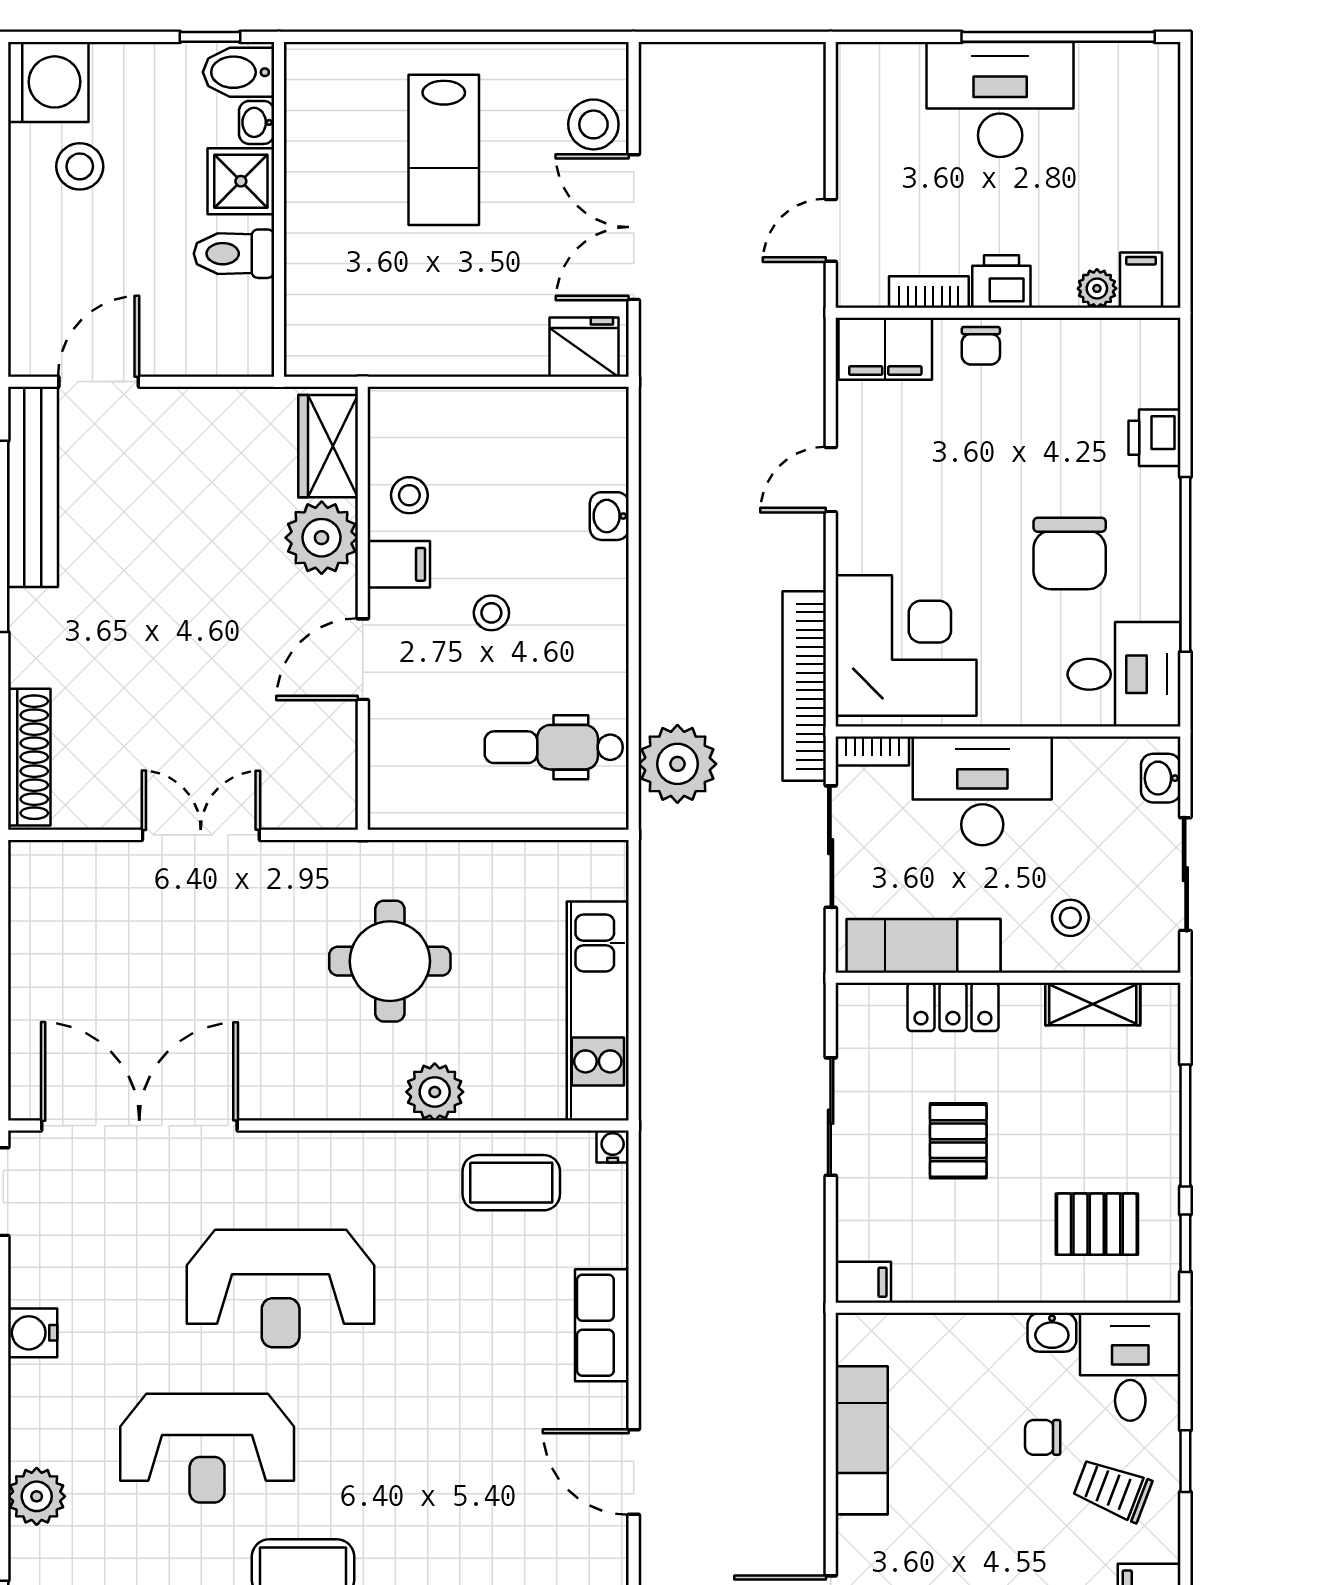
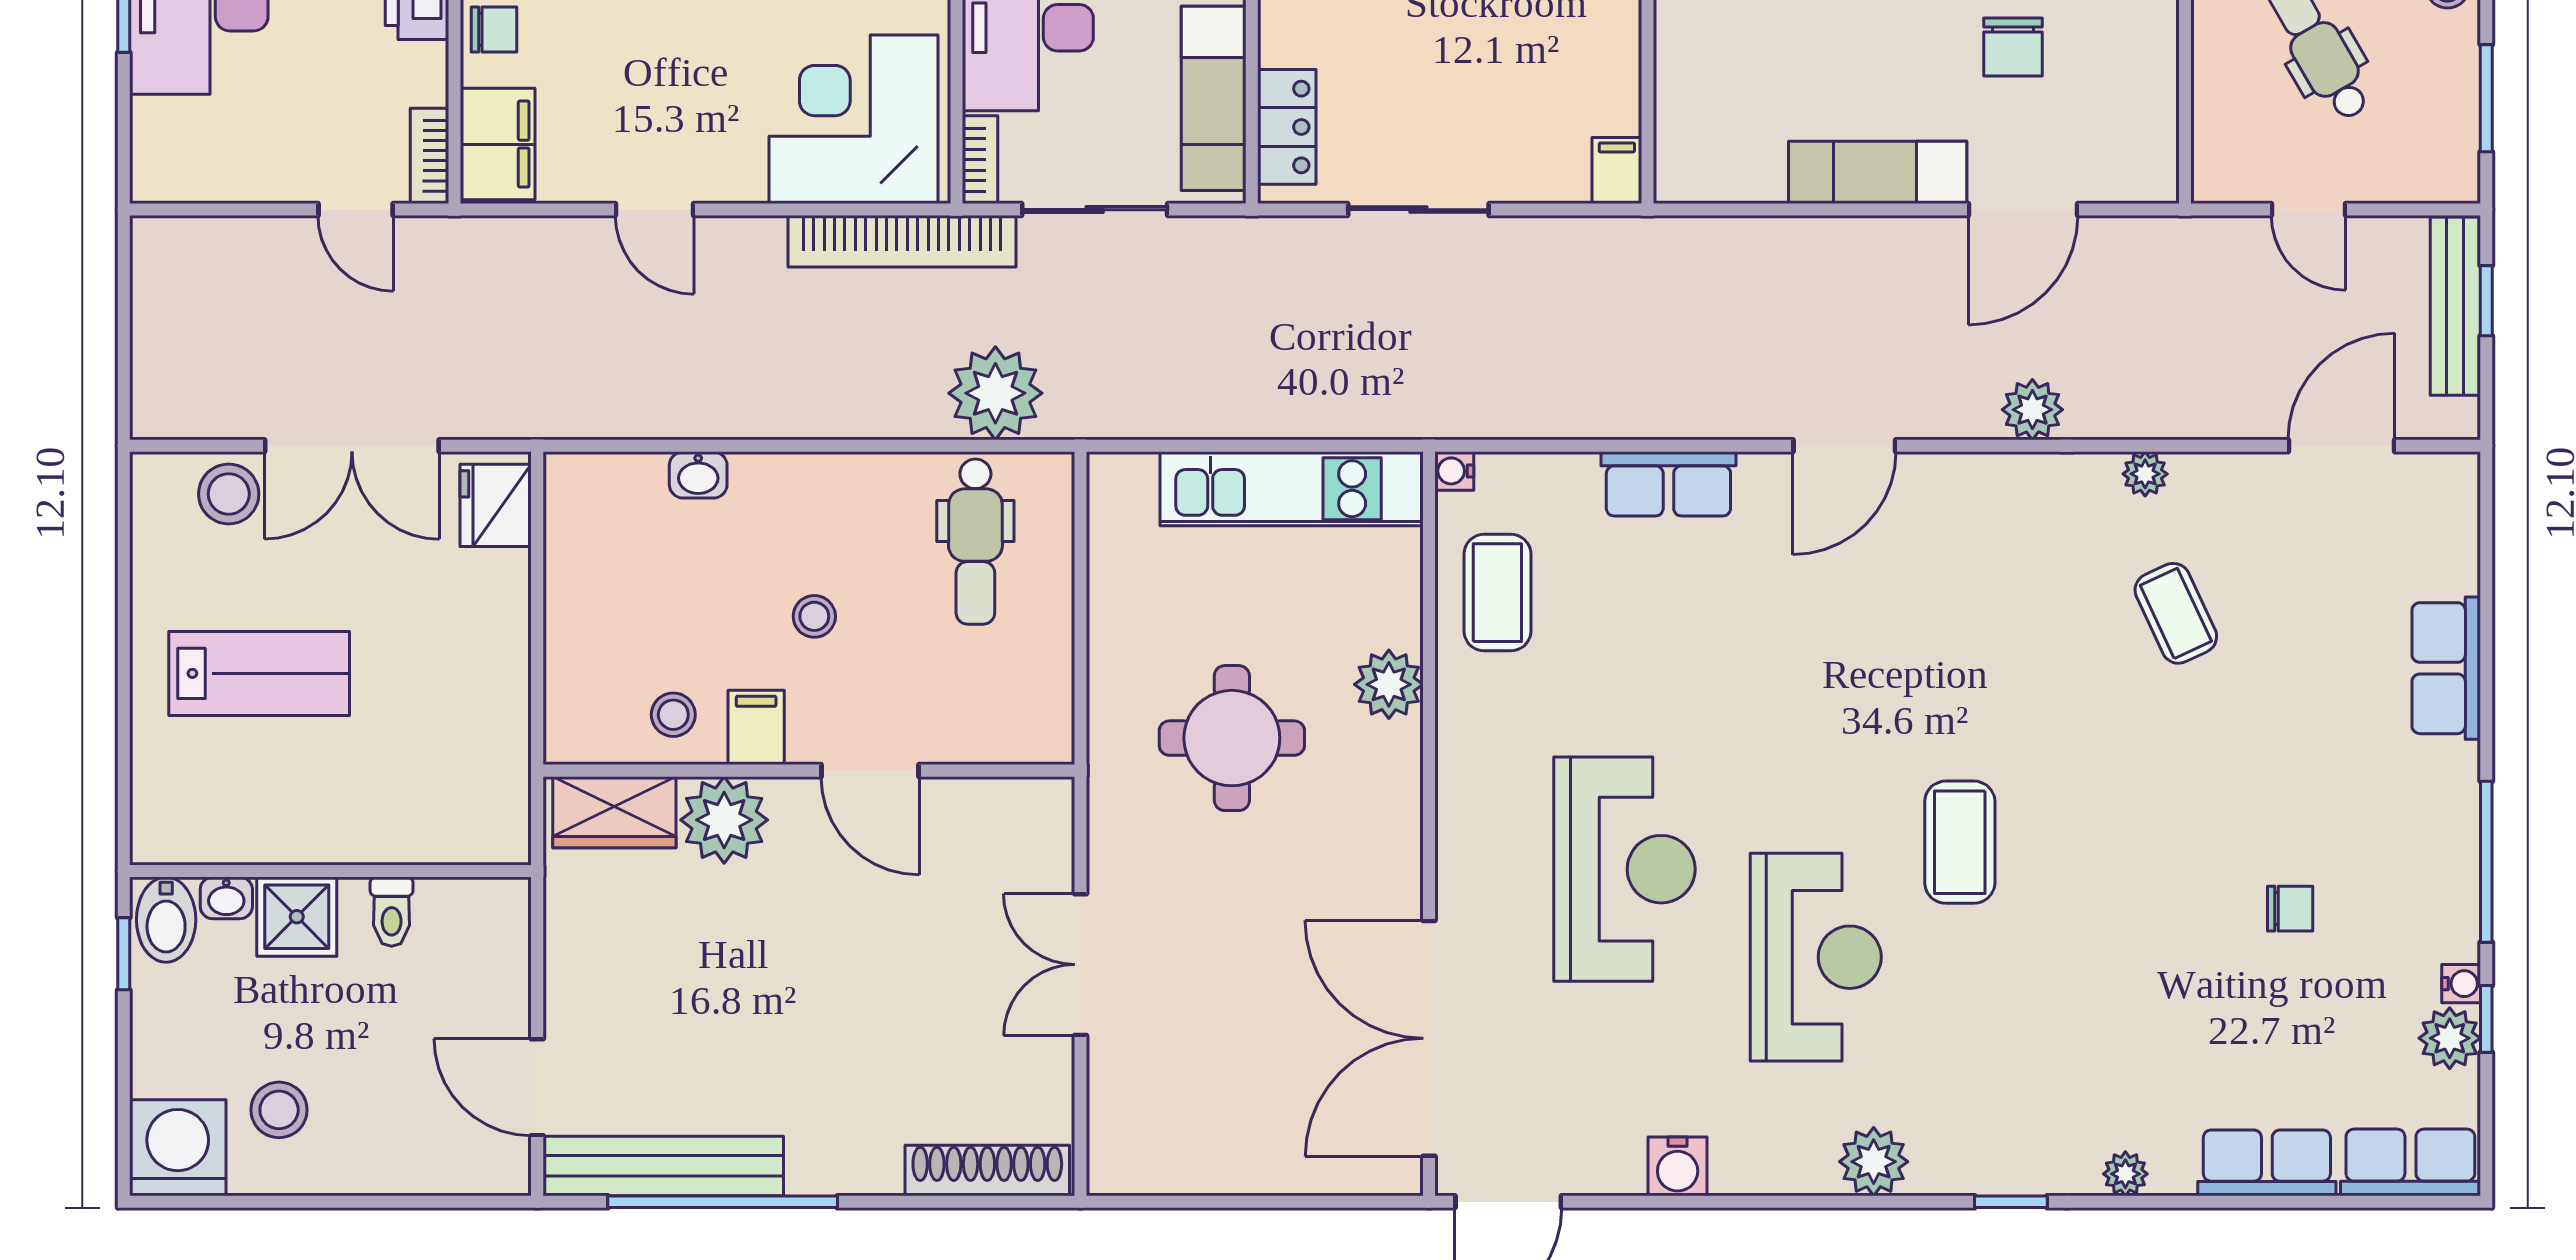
toilet: (234, 254) -> (392, 912), width x0.73, depth x0.72
bookcase: (929, 292) -> (430, 156), moved
locker: (953, 1007) -> (1287, 127), moved
pallet: (958, 1141) -> (1447, 57), removed
exam couch: (862, 1440) -> (1878, 172), moved

